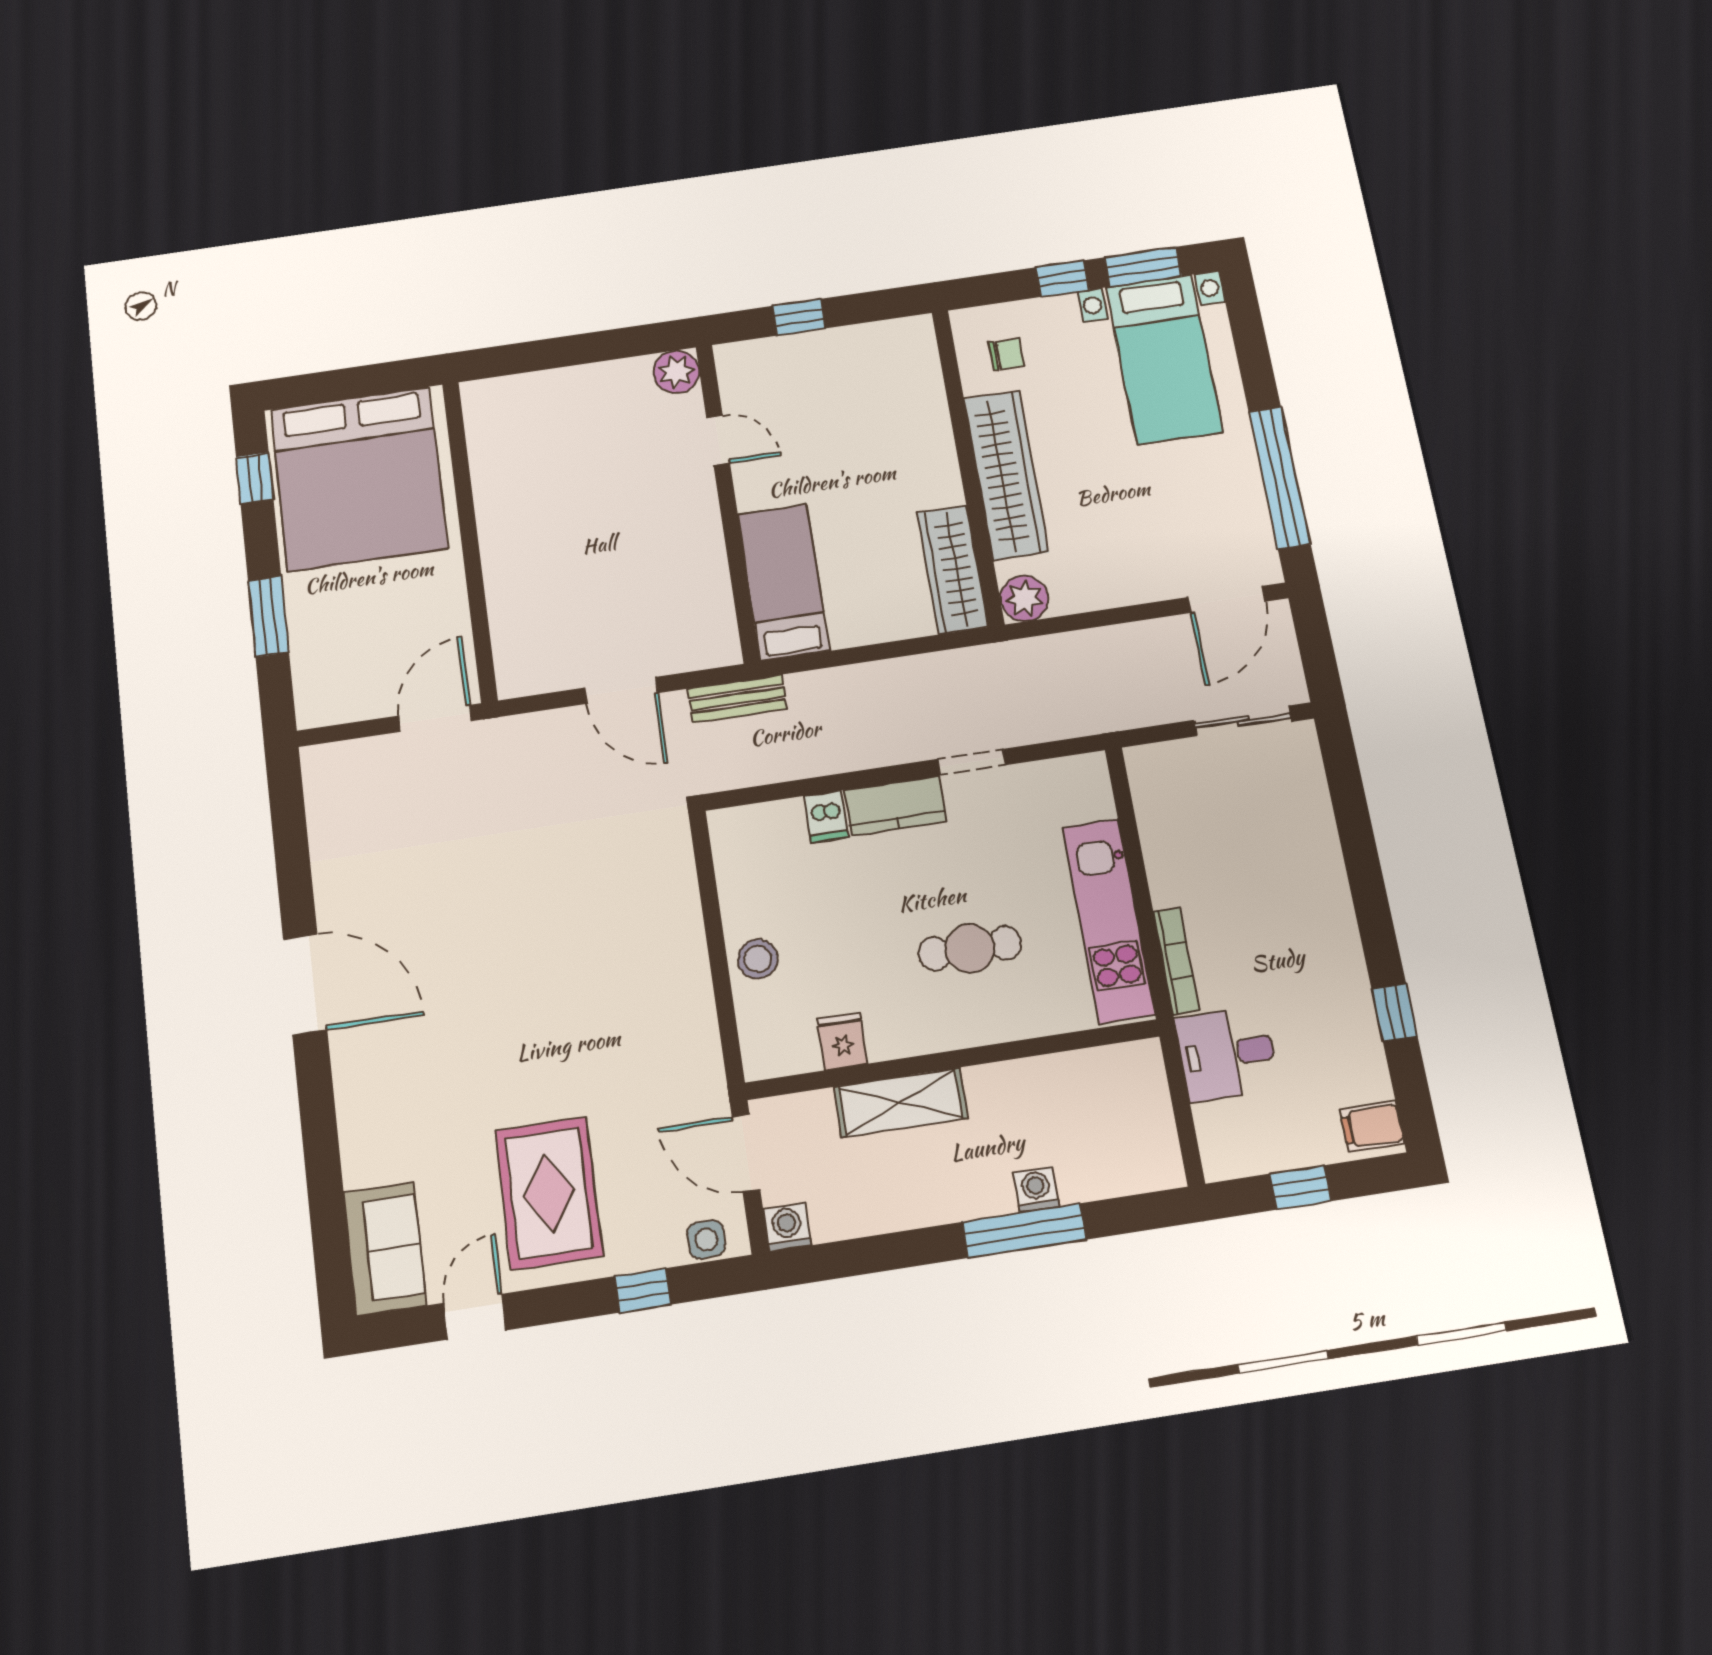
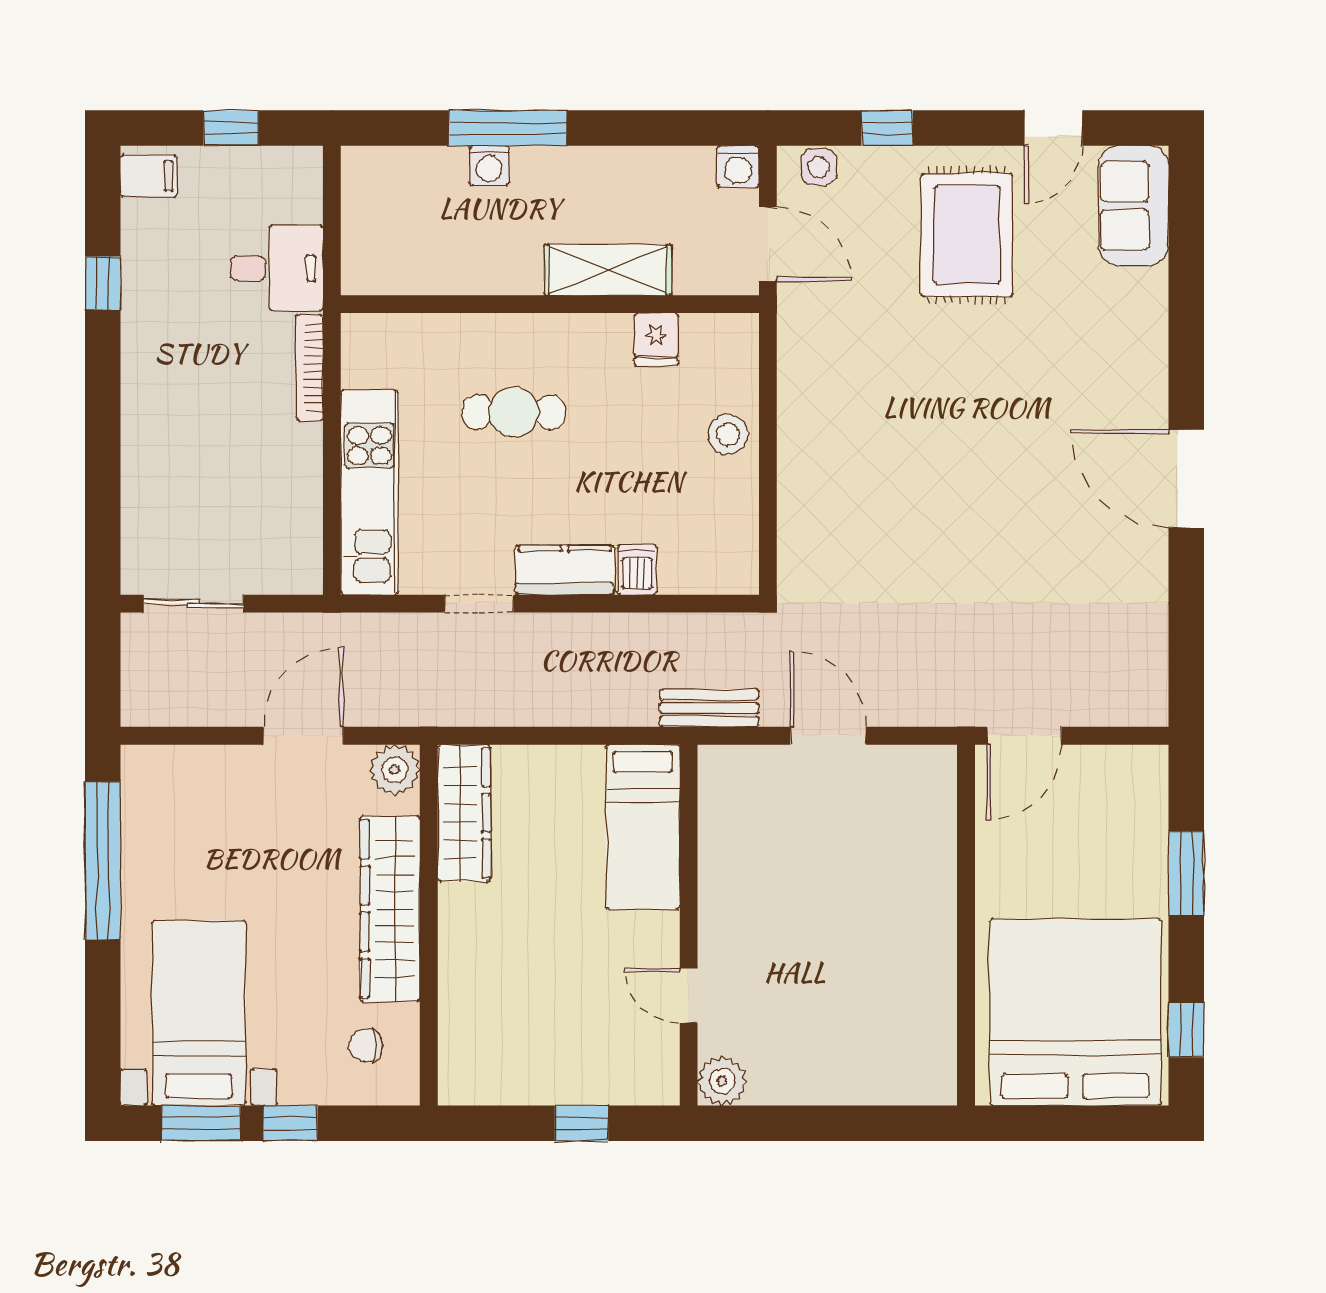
door: (1227, 599) -> (303, 736), moved
kitchen unit: (1109, 920) -> (369, 493), moved

